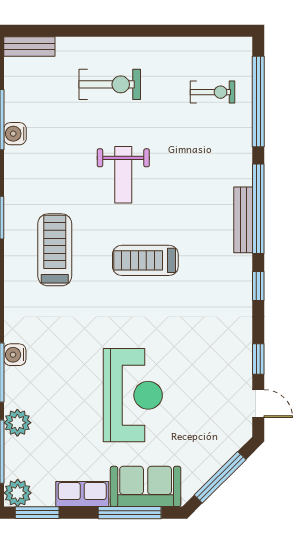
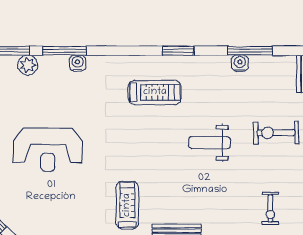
exercise bike: (110, 84) -> (276, 133), turned 89
treadmill: (145, 260) -> (127, 205), moved

